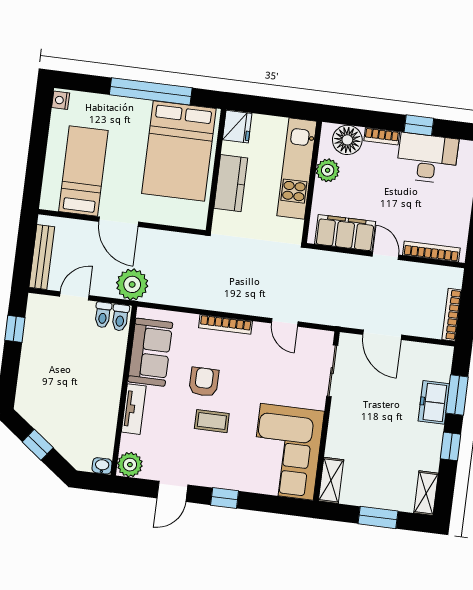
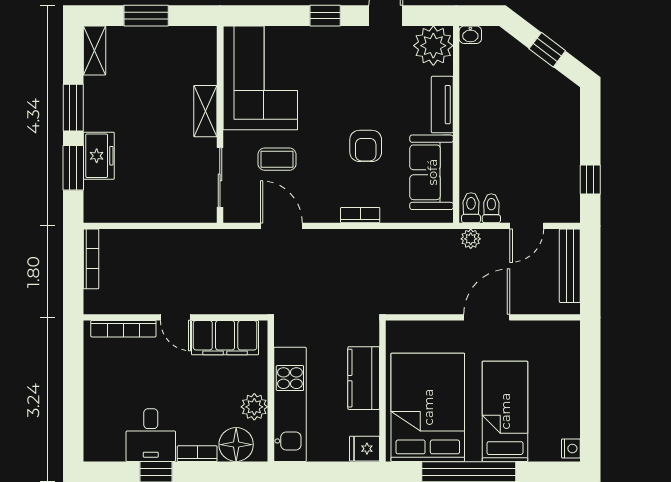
fridge: (237, 127) -> (365, 449), width x0.72
desk: (427, 158) -> (151, 435), width x0.73
bed: (83, 171) -> (505, 411), moved, turned 180
door: (119, 222) -> (487, 317), hinge flipped
plant: (132, 284) -> (471, 239), width x0.53, depth x0.53
door: (285, 322) -> (281, 226), width x1.38
bookcase: (225, 324) -> (360, 215), width x0.64
door: (382, 335) -> (168, 226), removed
coffee table: (212, 421) -> (277, 159), moved
window: (450, 446) -> (73, 108), width x1.50
plant: (130, 465) -> (433, 46), width x1.36, depth x1.36
shelving: (331, 480) -> (205, 111), moved

